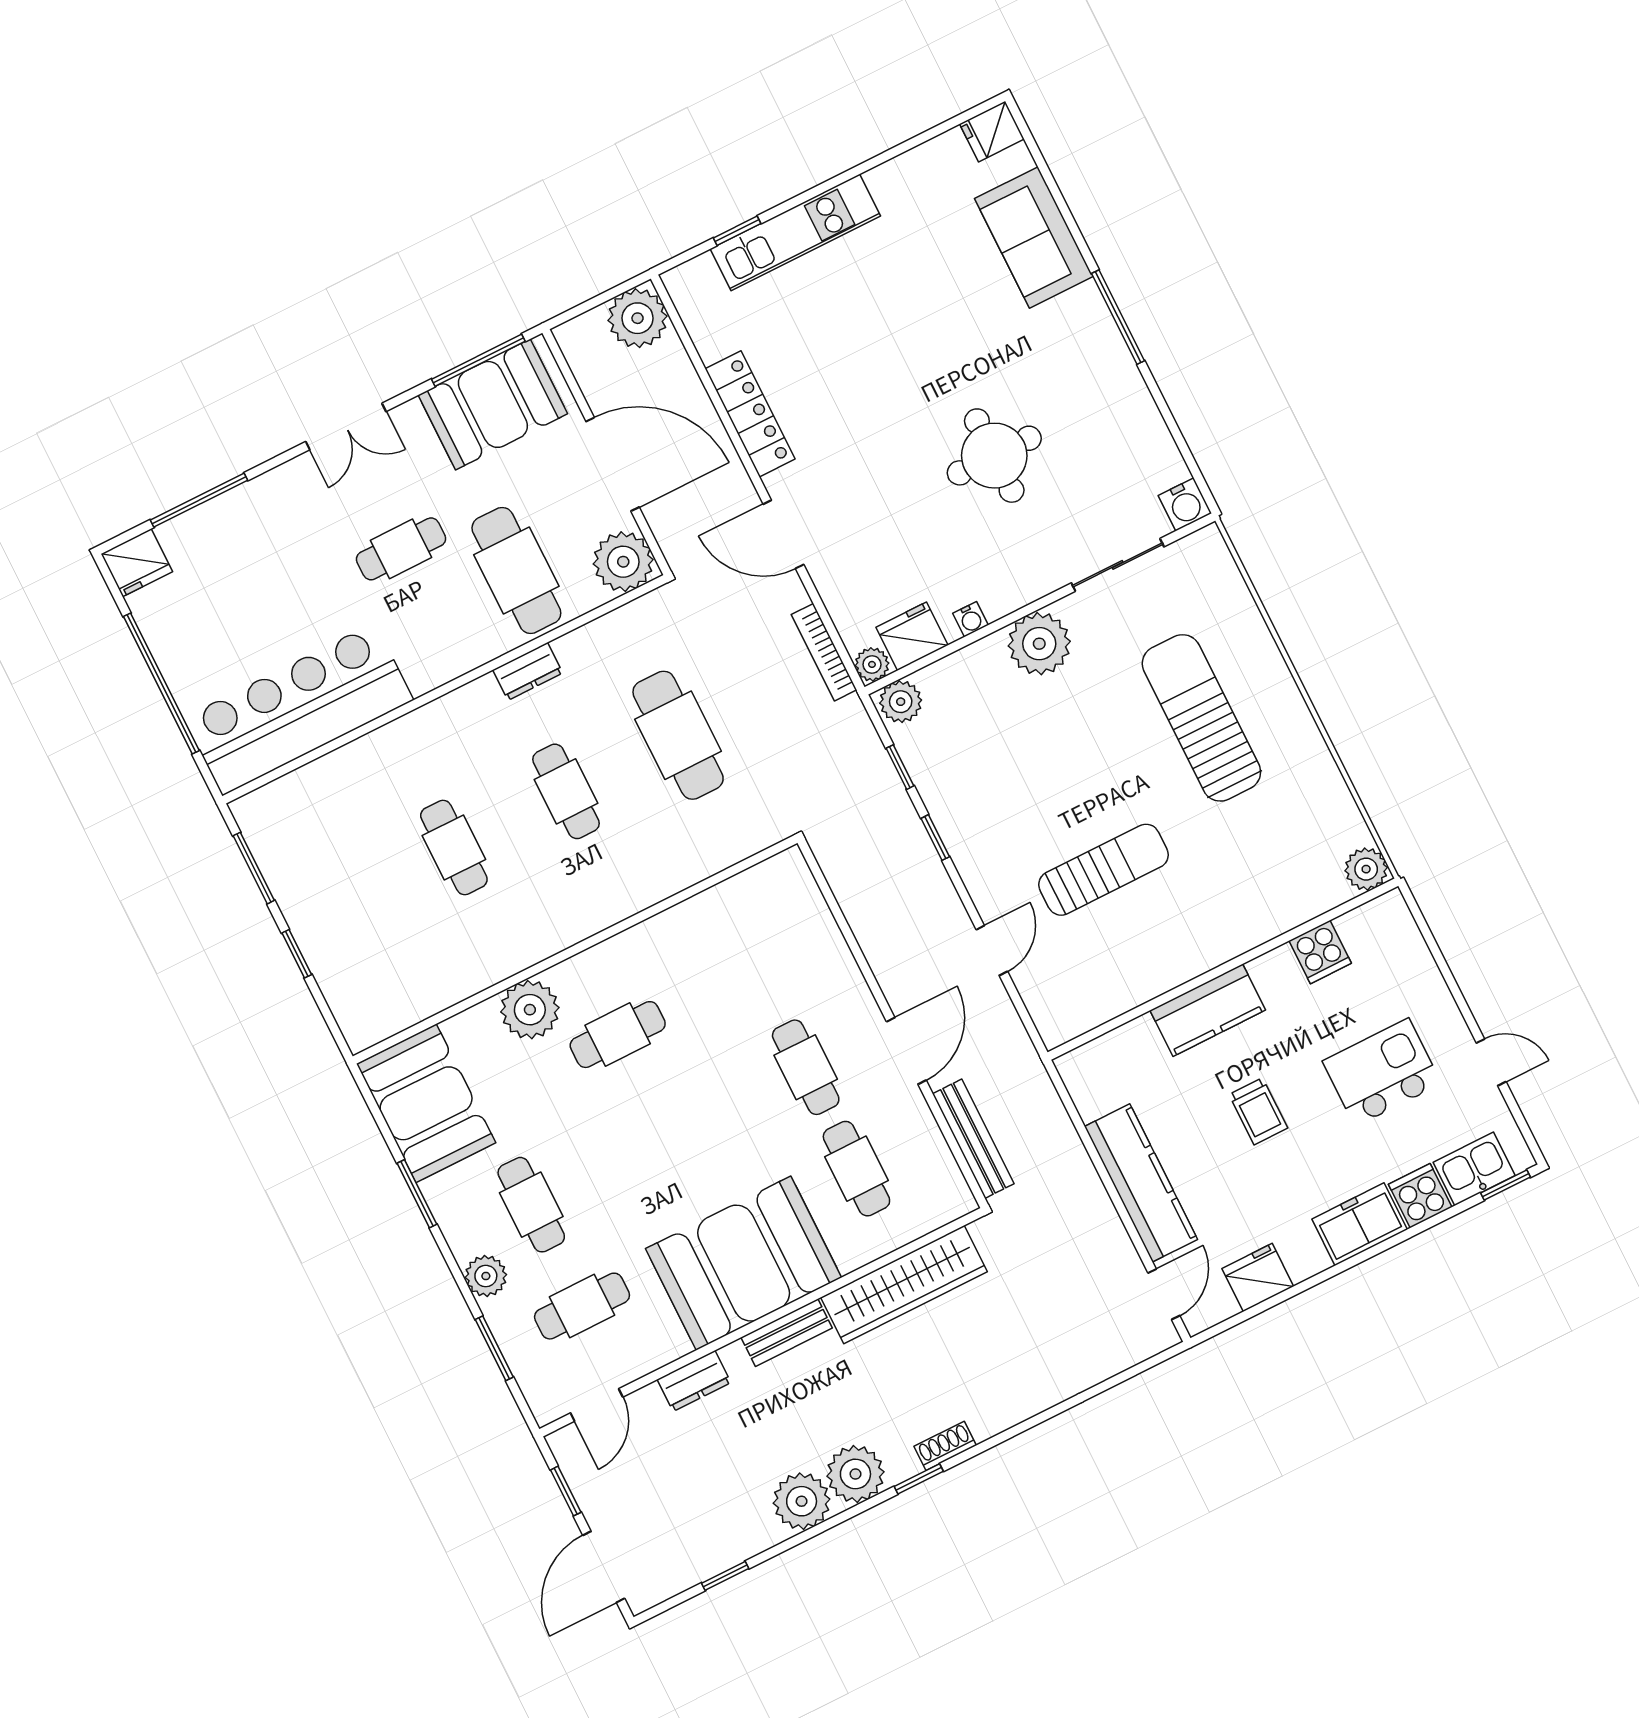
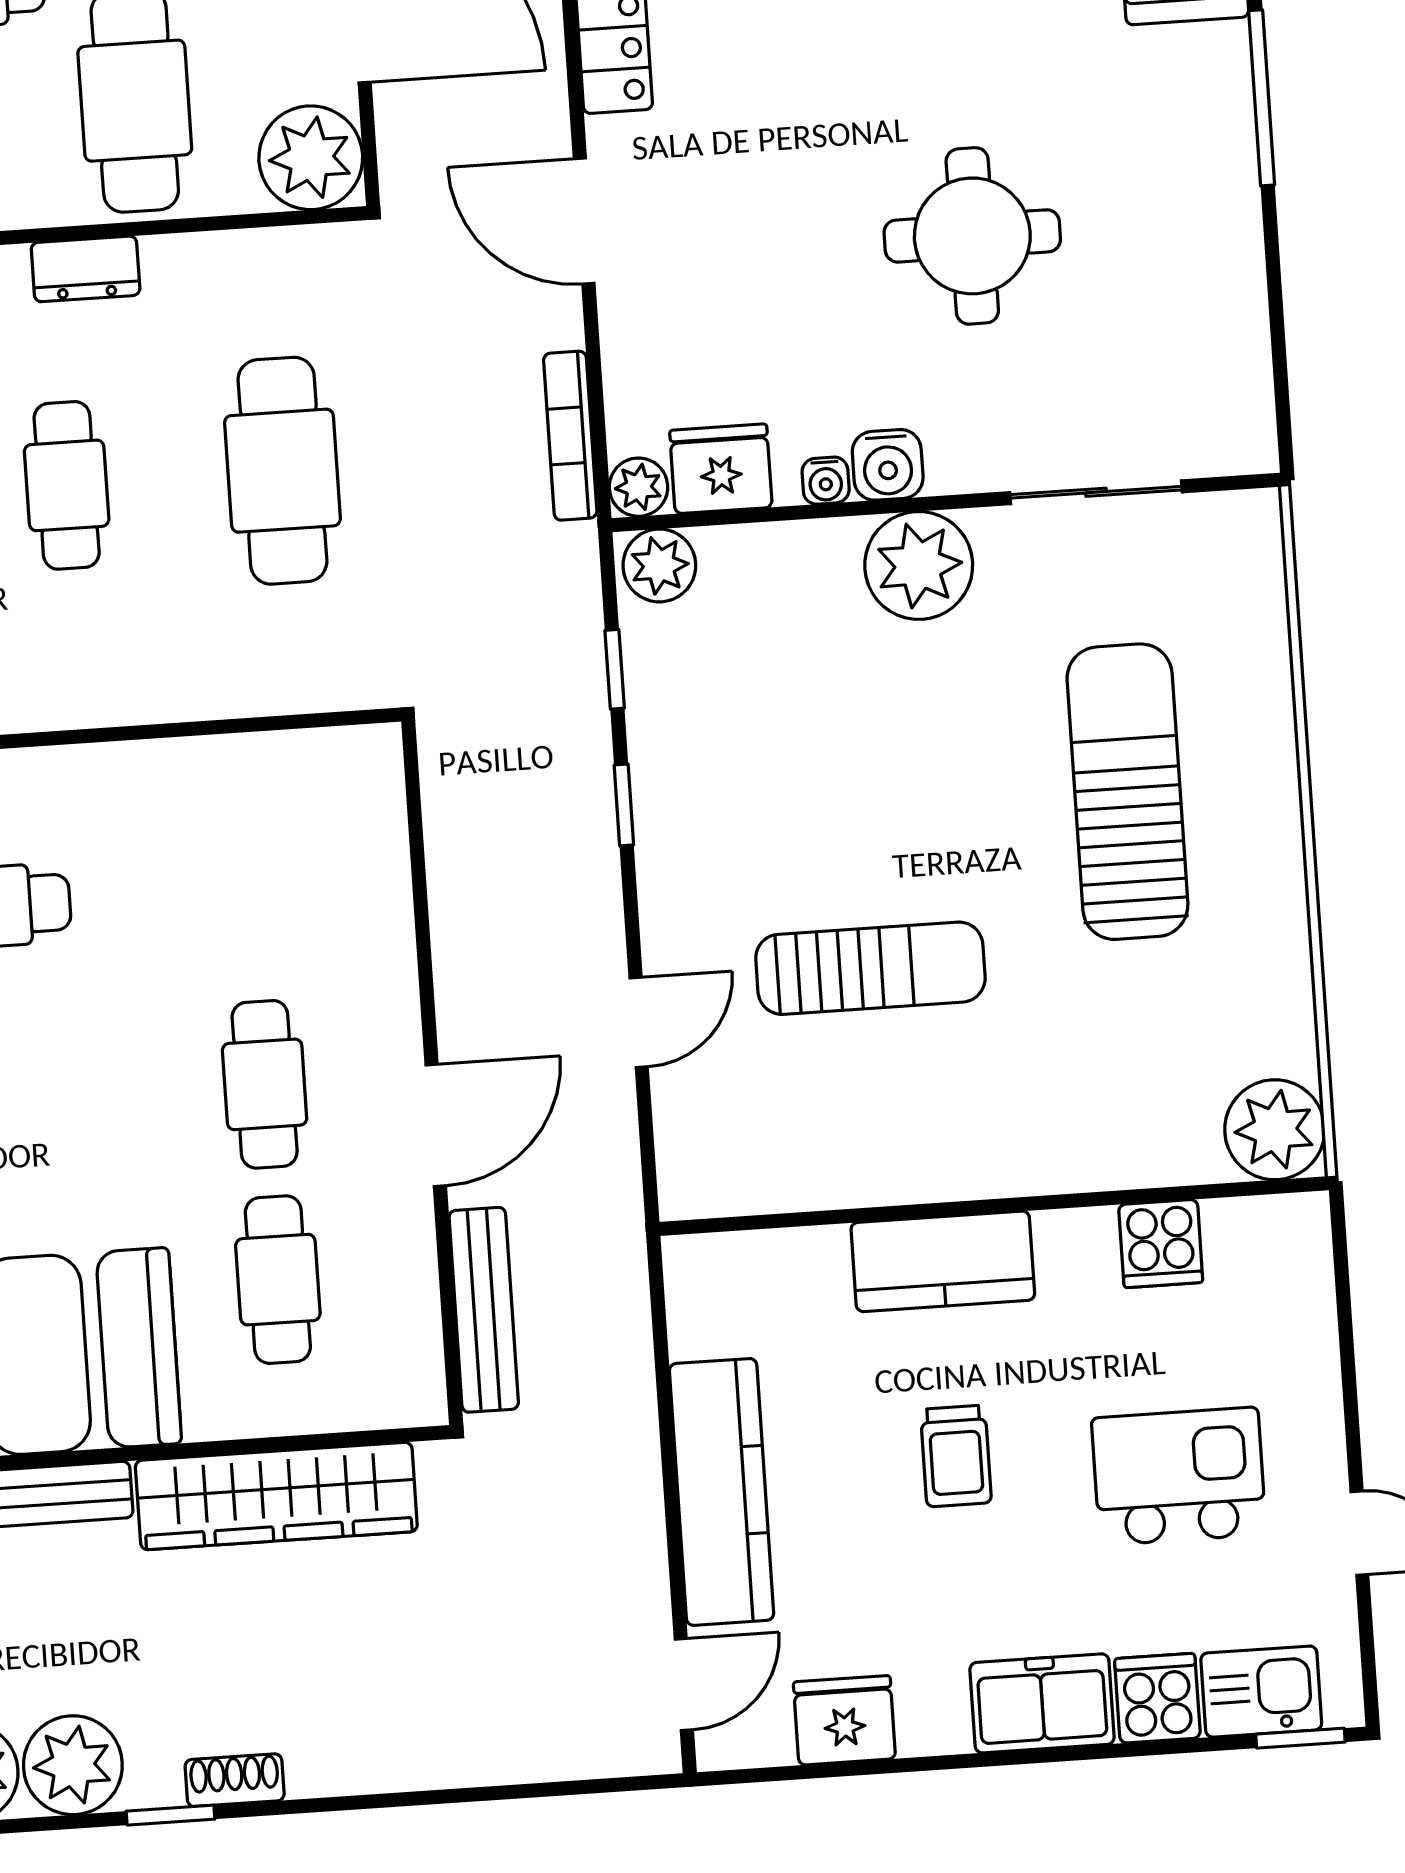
water cooler: (1185, 504) -> (888, 465), moved
plant: (1366, 869) -> (1275, 1130), width x1.36, depth x1.36

